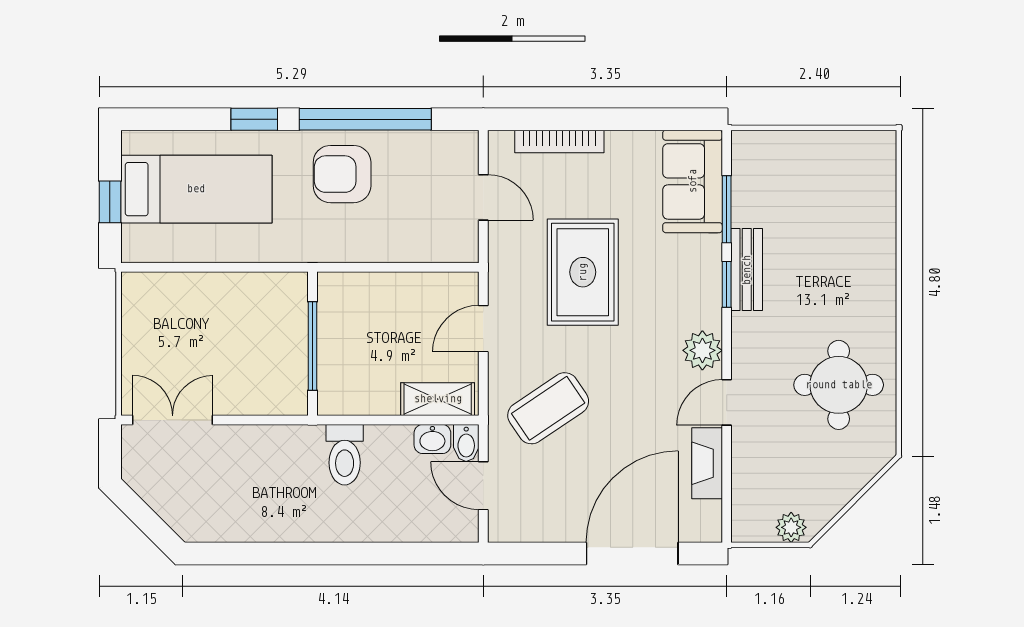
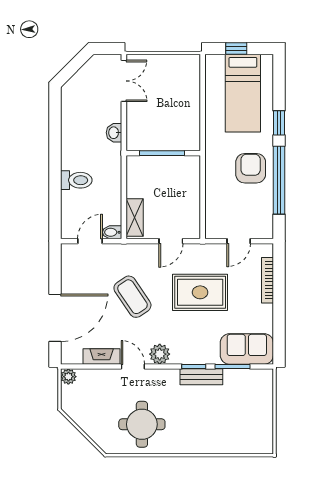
door: (483, 329) -> (171, 241), swing flipped
coffee table: (548, 408) -> (132, 297), moved
washbasin: (432, 439) -> (114, 133), moved
toilet: (345, 455) -> (76, 180), moved, turned 180
plant: (791, 527) -> (68, 377), moved
door: (632, 554) -> (55, 318), hinge flipped

